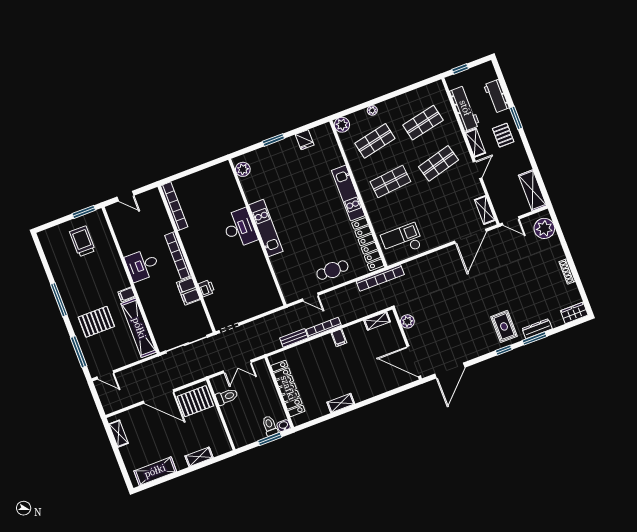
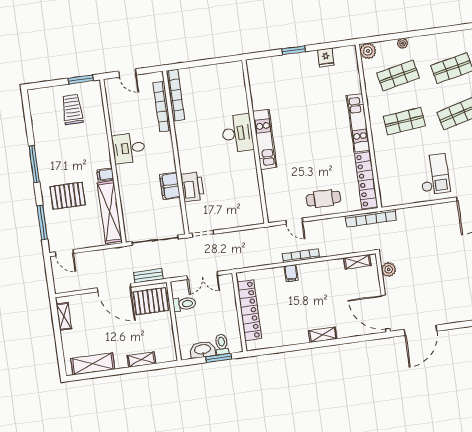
plant: (243, 169) -> (255, 73), removed
checkout: (402, 241) -> (434, 174), moved, turned 90
bookcase: (178, 255) -> (162, 107), moved
printer: (206, 288) -> (192, 187), width x1.87, depth x1.48
bench: (294, 338) -> (149, 276), moved
filing cabinet: (339, 338) -> (291, 273), moved
shelving: (341, 403) -> (323, 335), moved
washbasin: (284, 426) -> (203, 350), moved, width x1.91, depth x1.45

